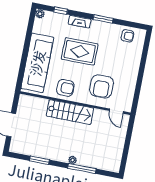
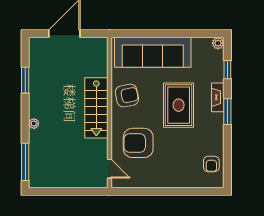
window: (103, 19) -> (227, 112), moved
armchair: (65, 88) -> (127, 96), turned -101
door: (116, 111) -> (109, 169), swing flipped
window: (82, 169) -> (25, 162), moved

